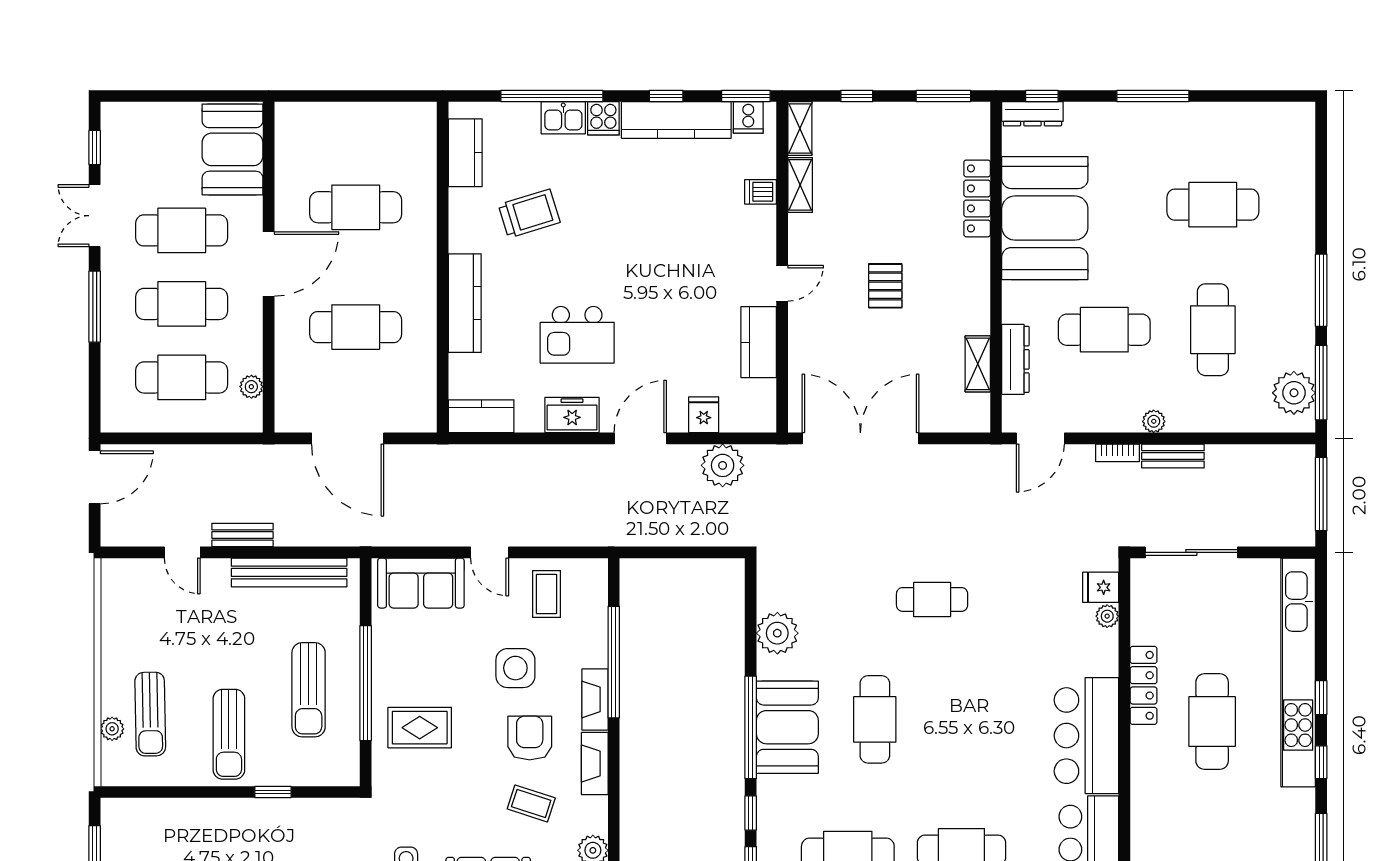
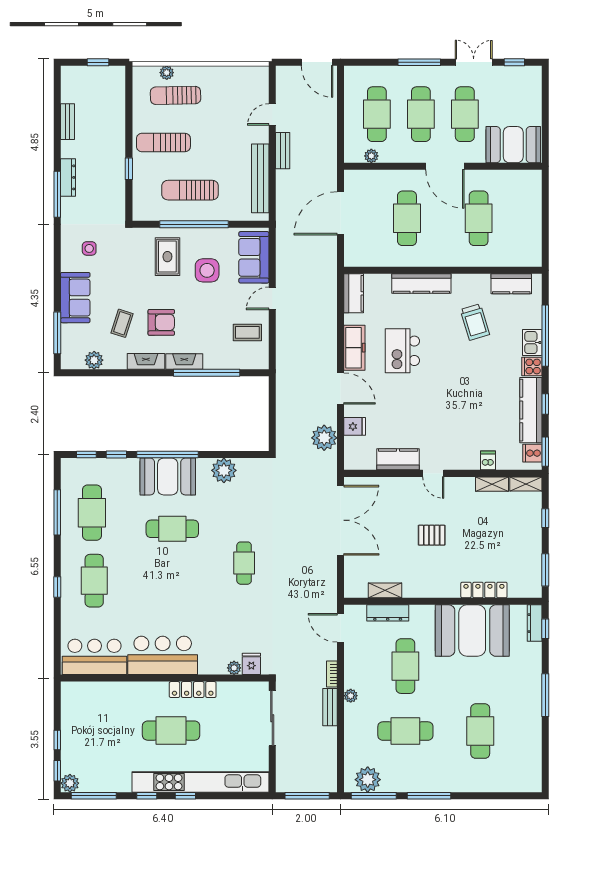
freezer: (572, 415) -> (354, 348), width x1.40
side table: (515, 668) -> (207, 270), moved

